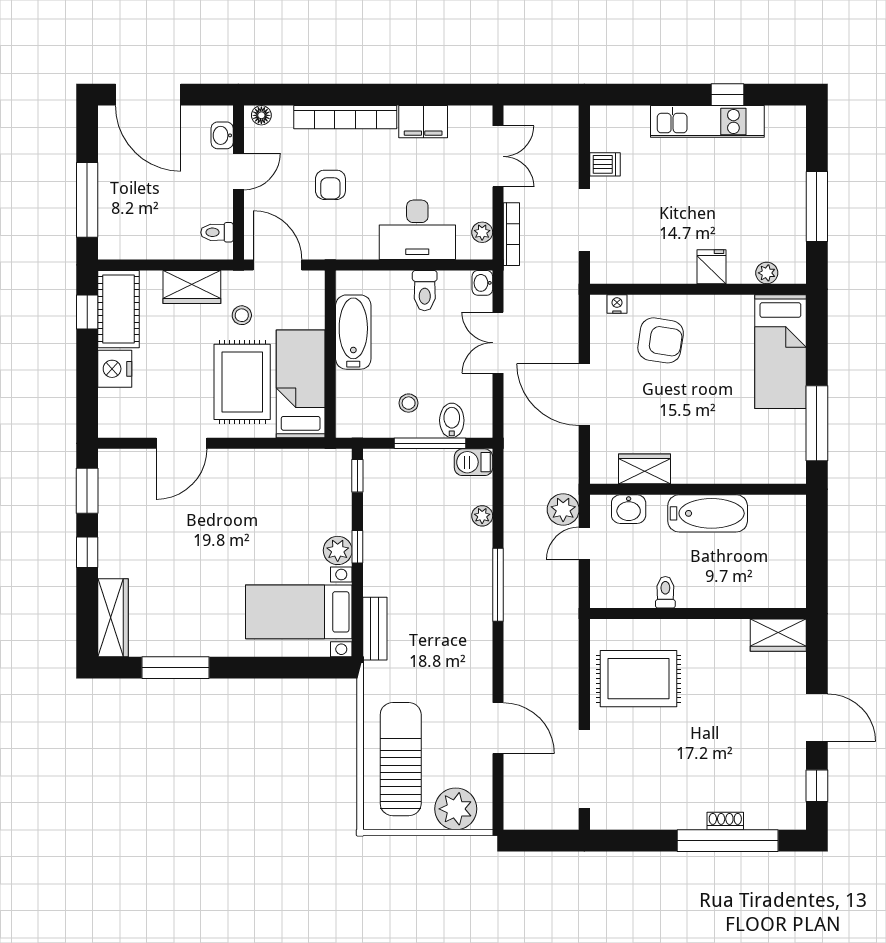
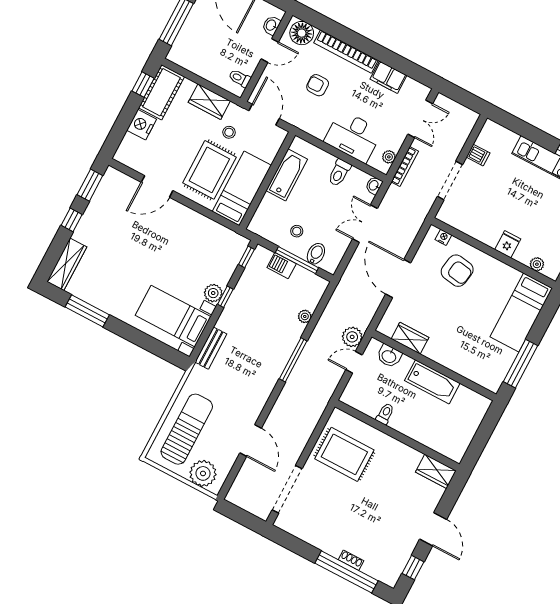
floor lamp: (261, 115) -> (302, 33), width x1.89, depth x1.89
armchair: (330, 185) -> (318, 85), turned 90
barbecue: (473, 462) -> (282, 266), moved

